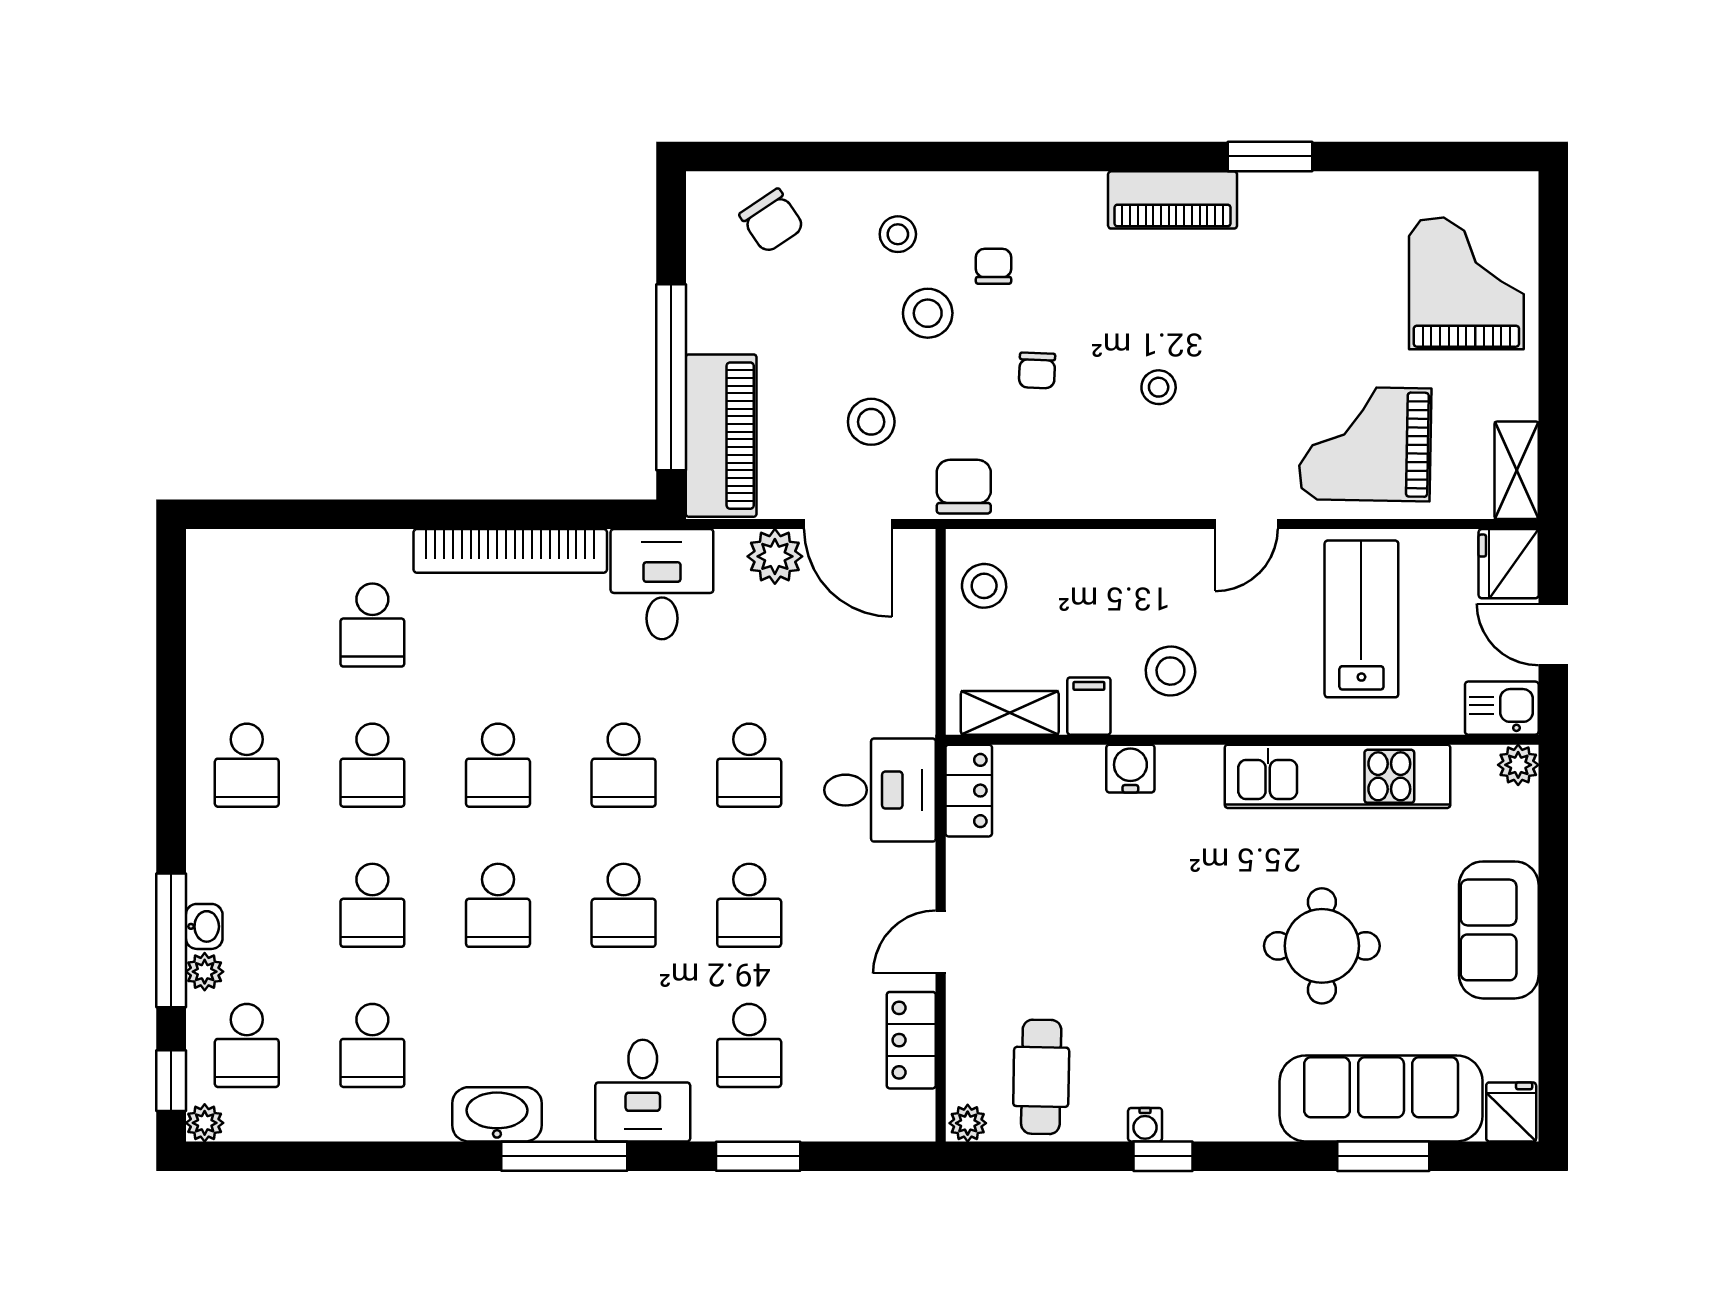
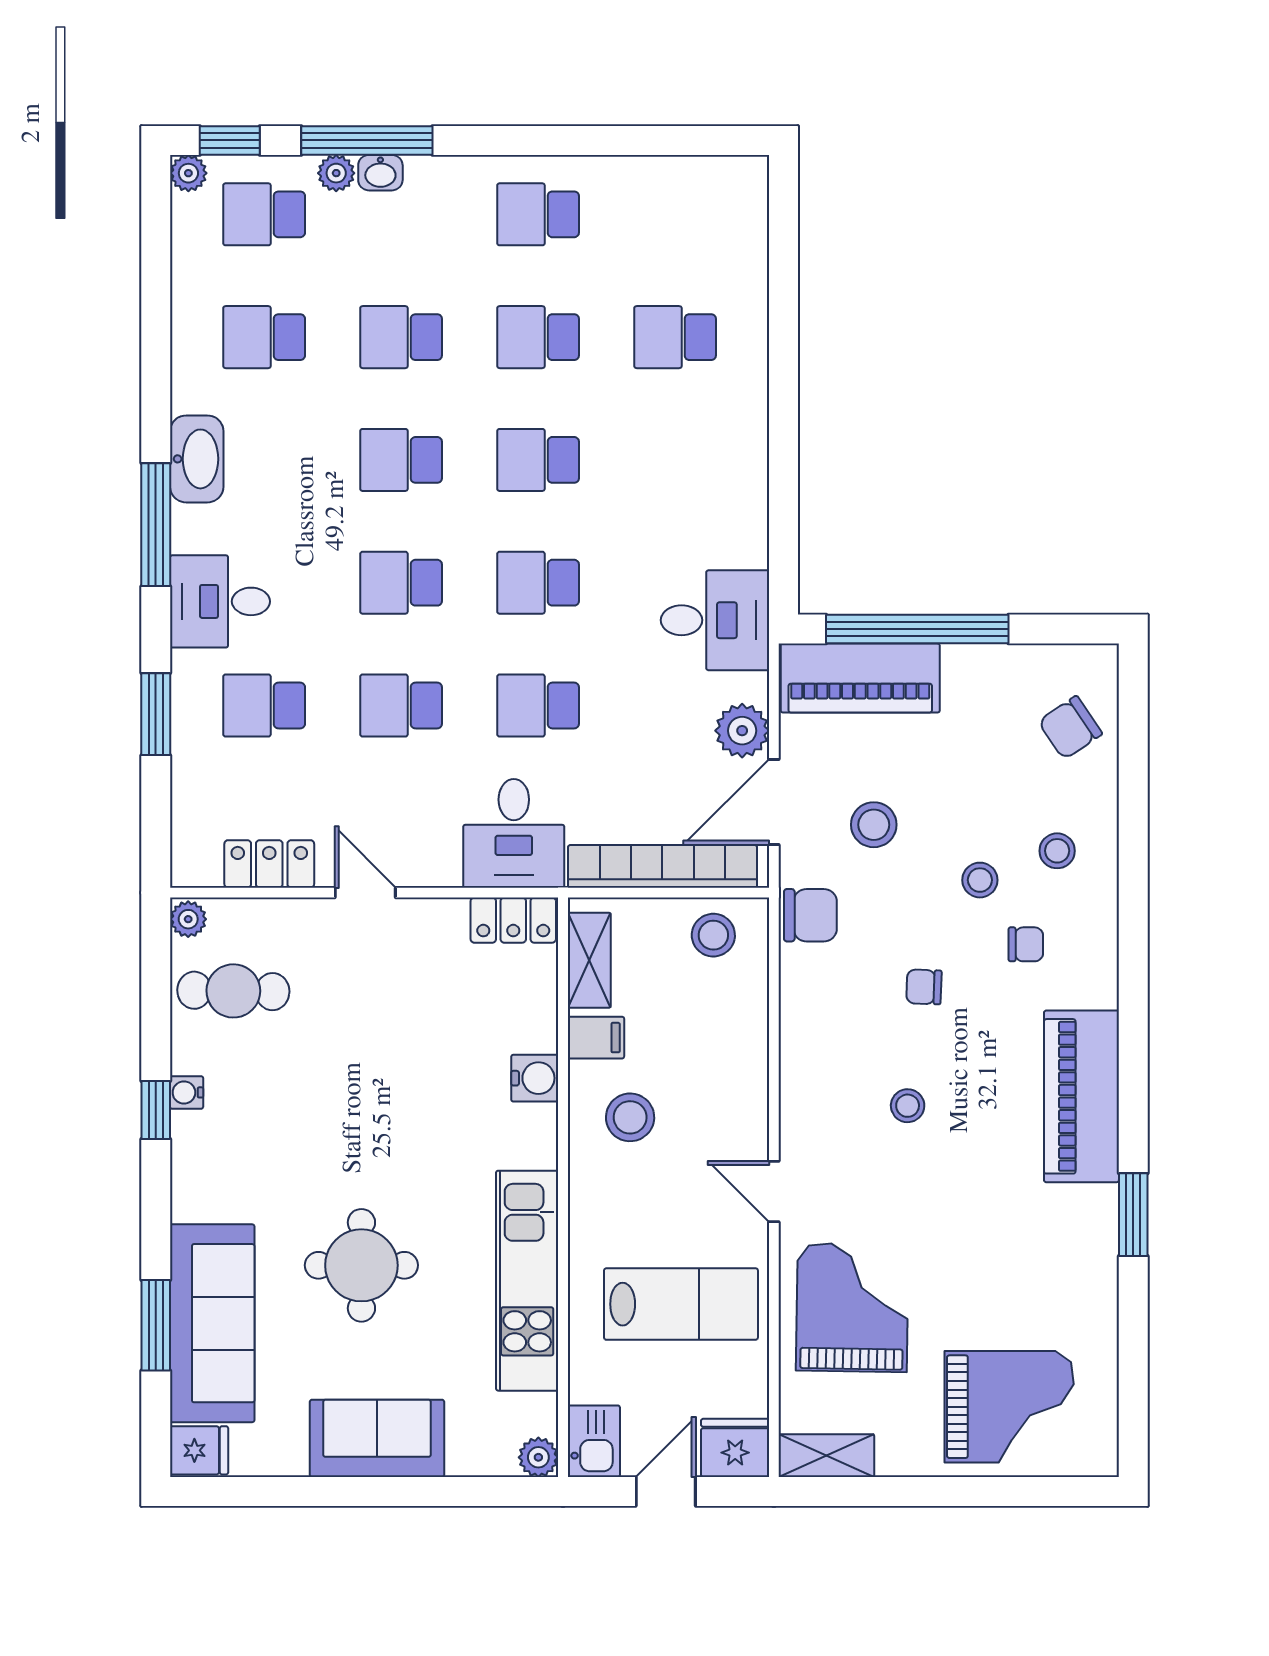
piano: (1173, 200) -> (1081, 1096), width x1.37, depth x1.33
stool: (928, 313) -> (980, 880), width x0.73, depth x0.73
bookcase: (510, 551) -> (662, 866), moved, turned 90

